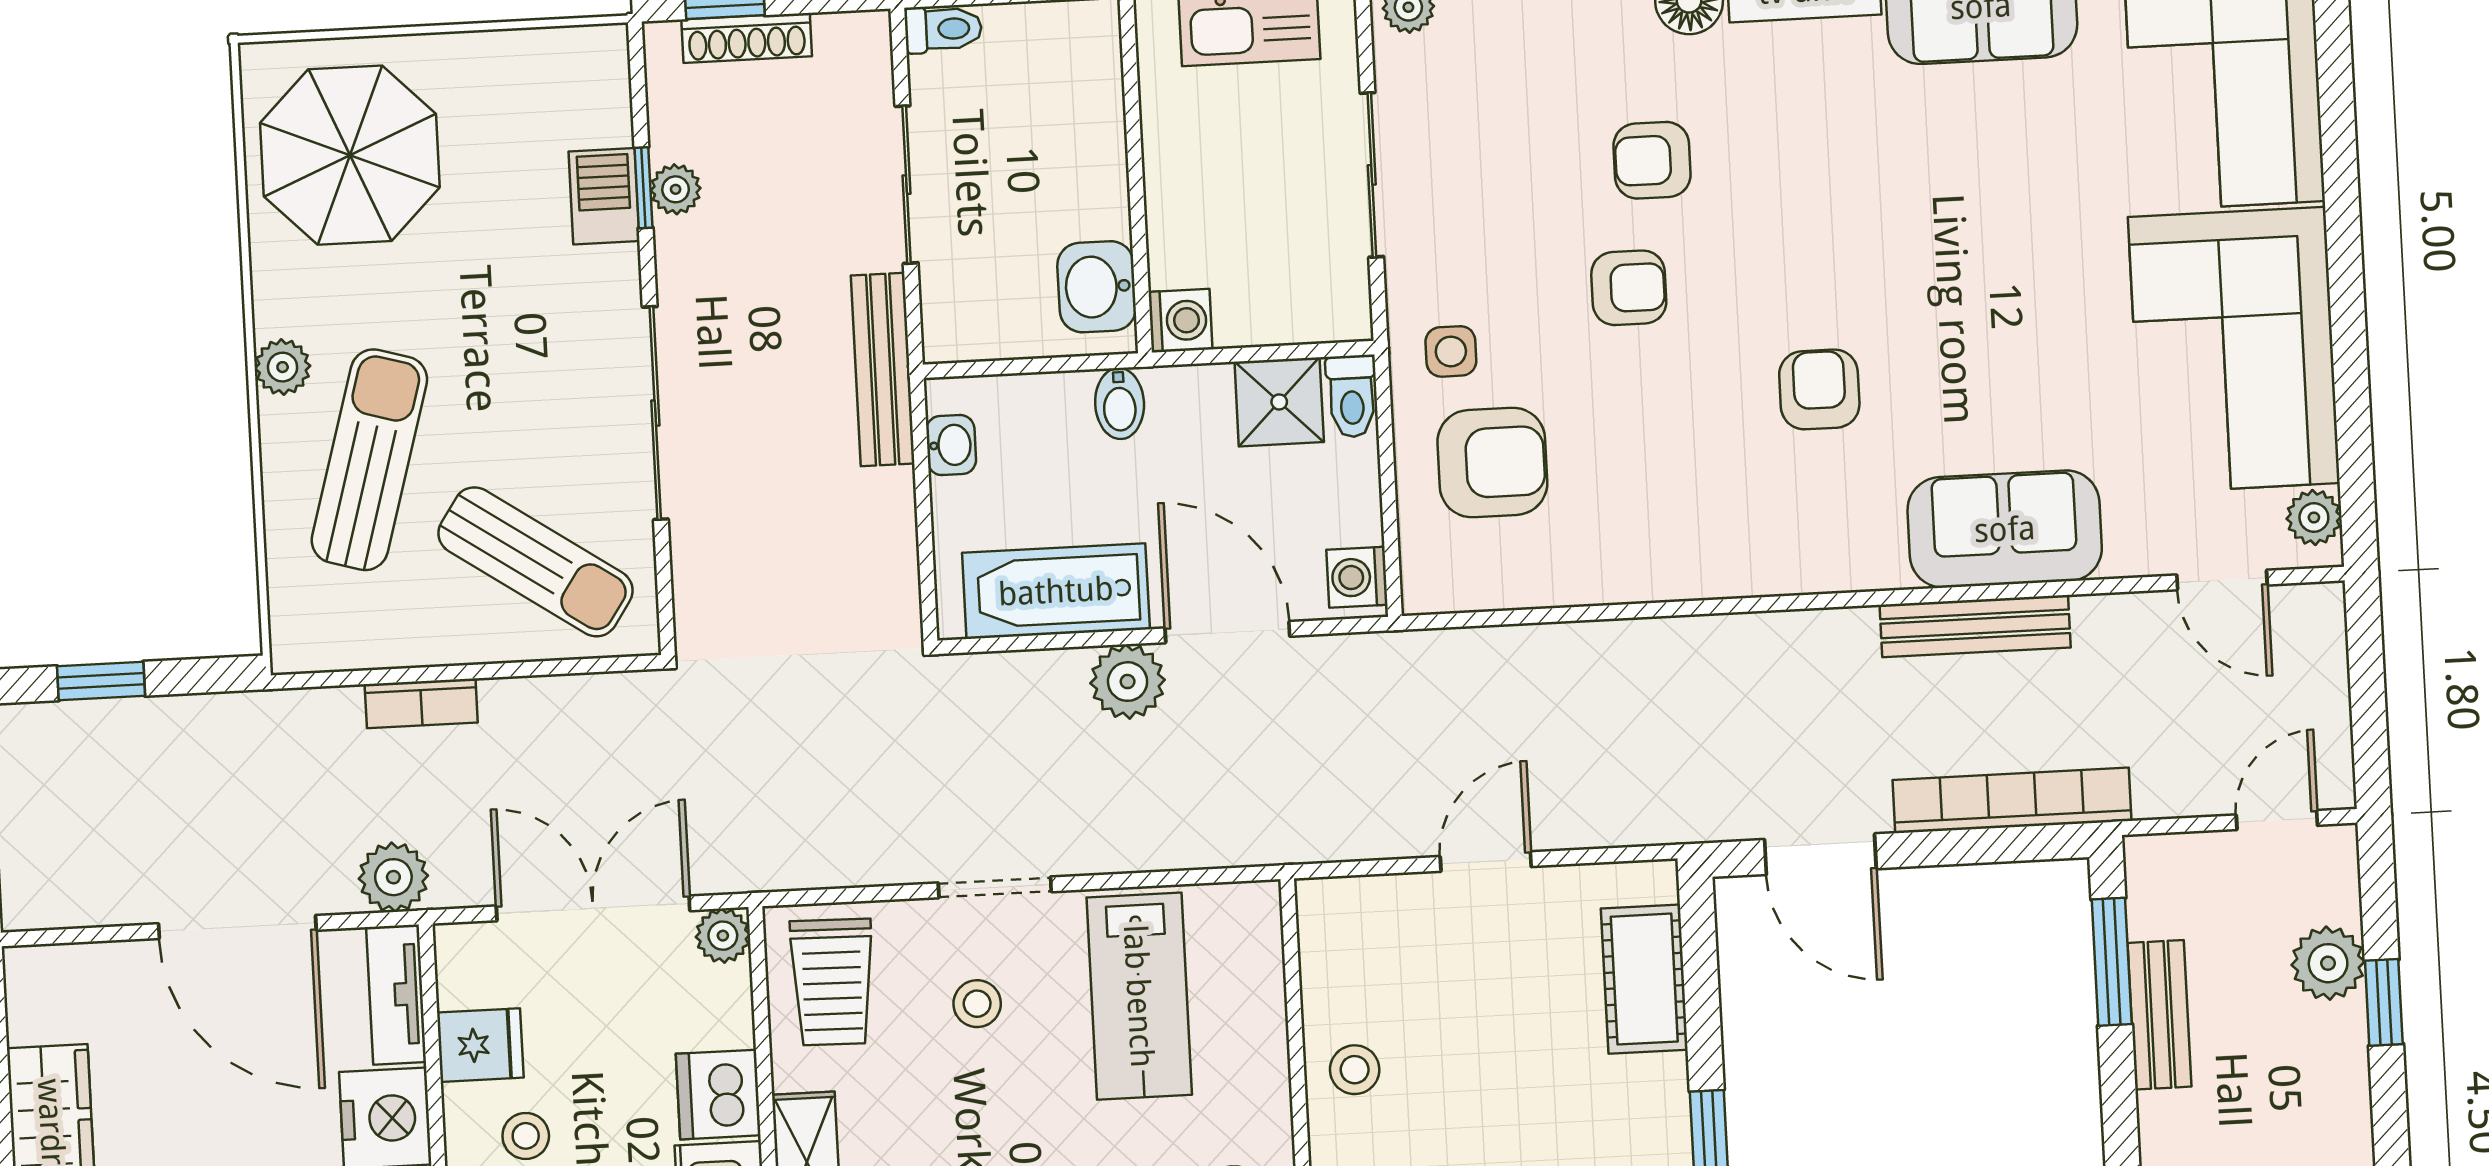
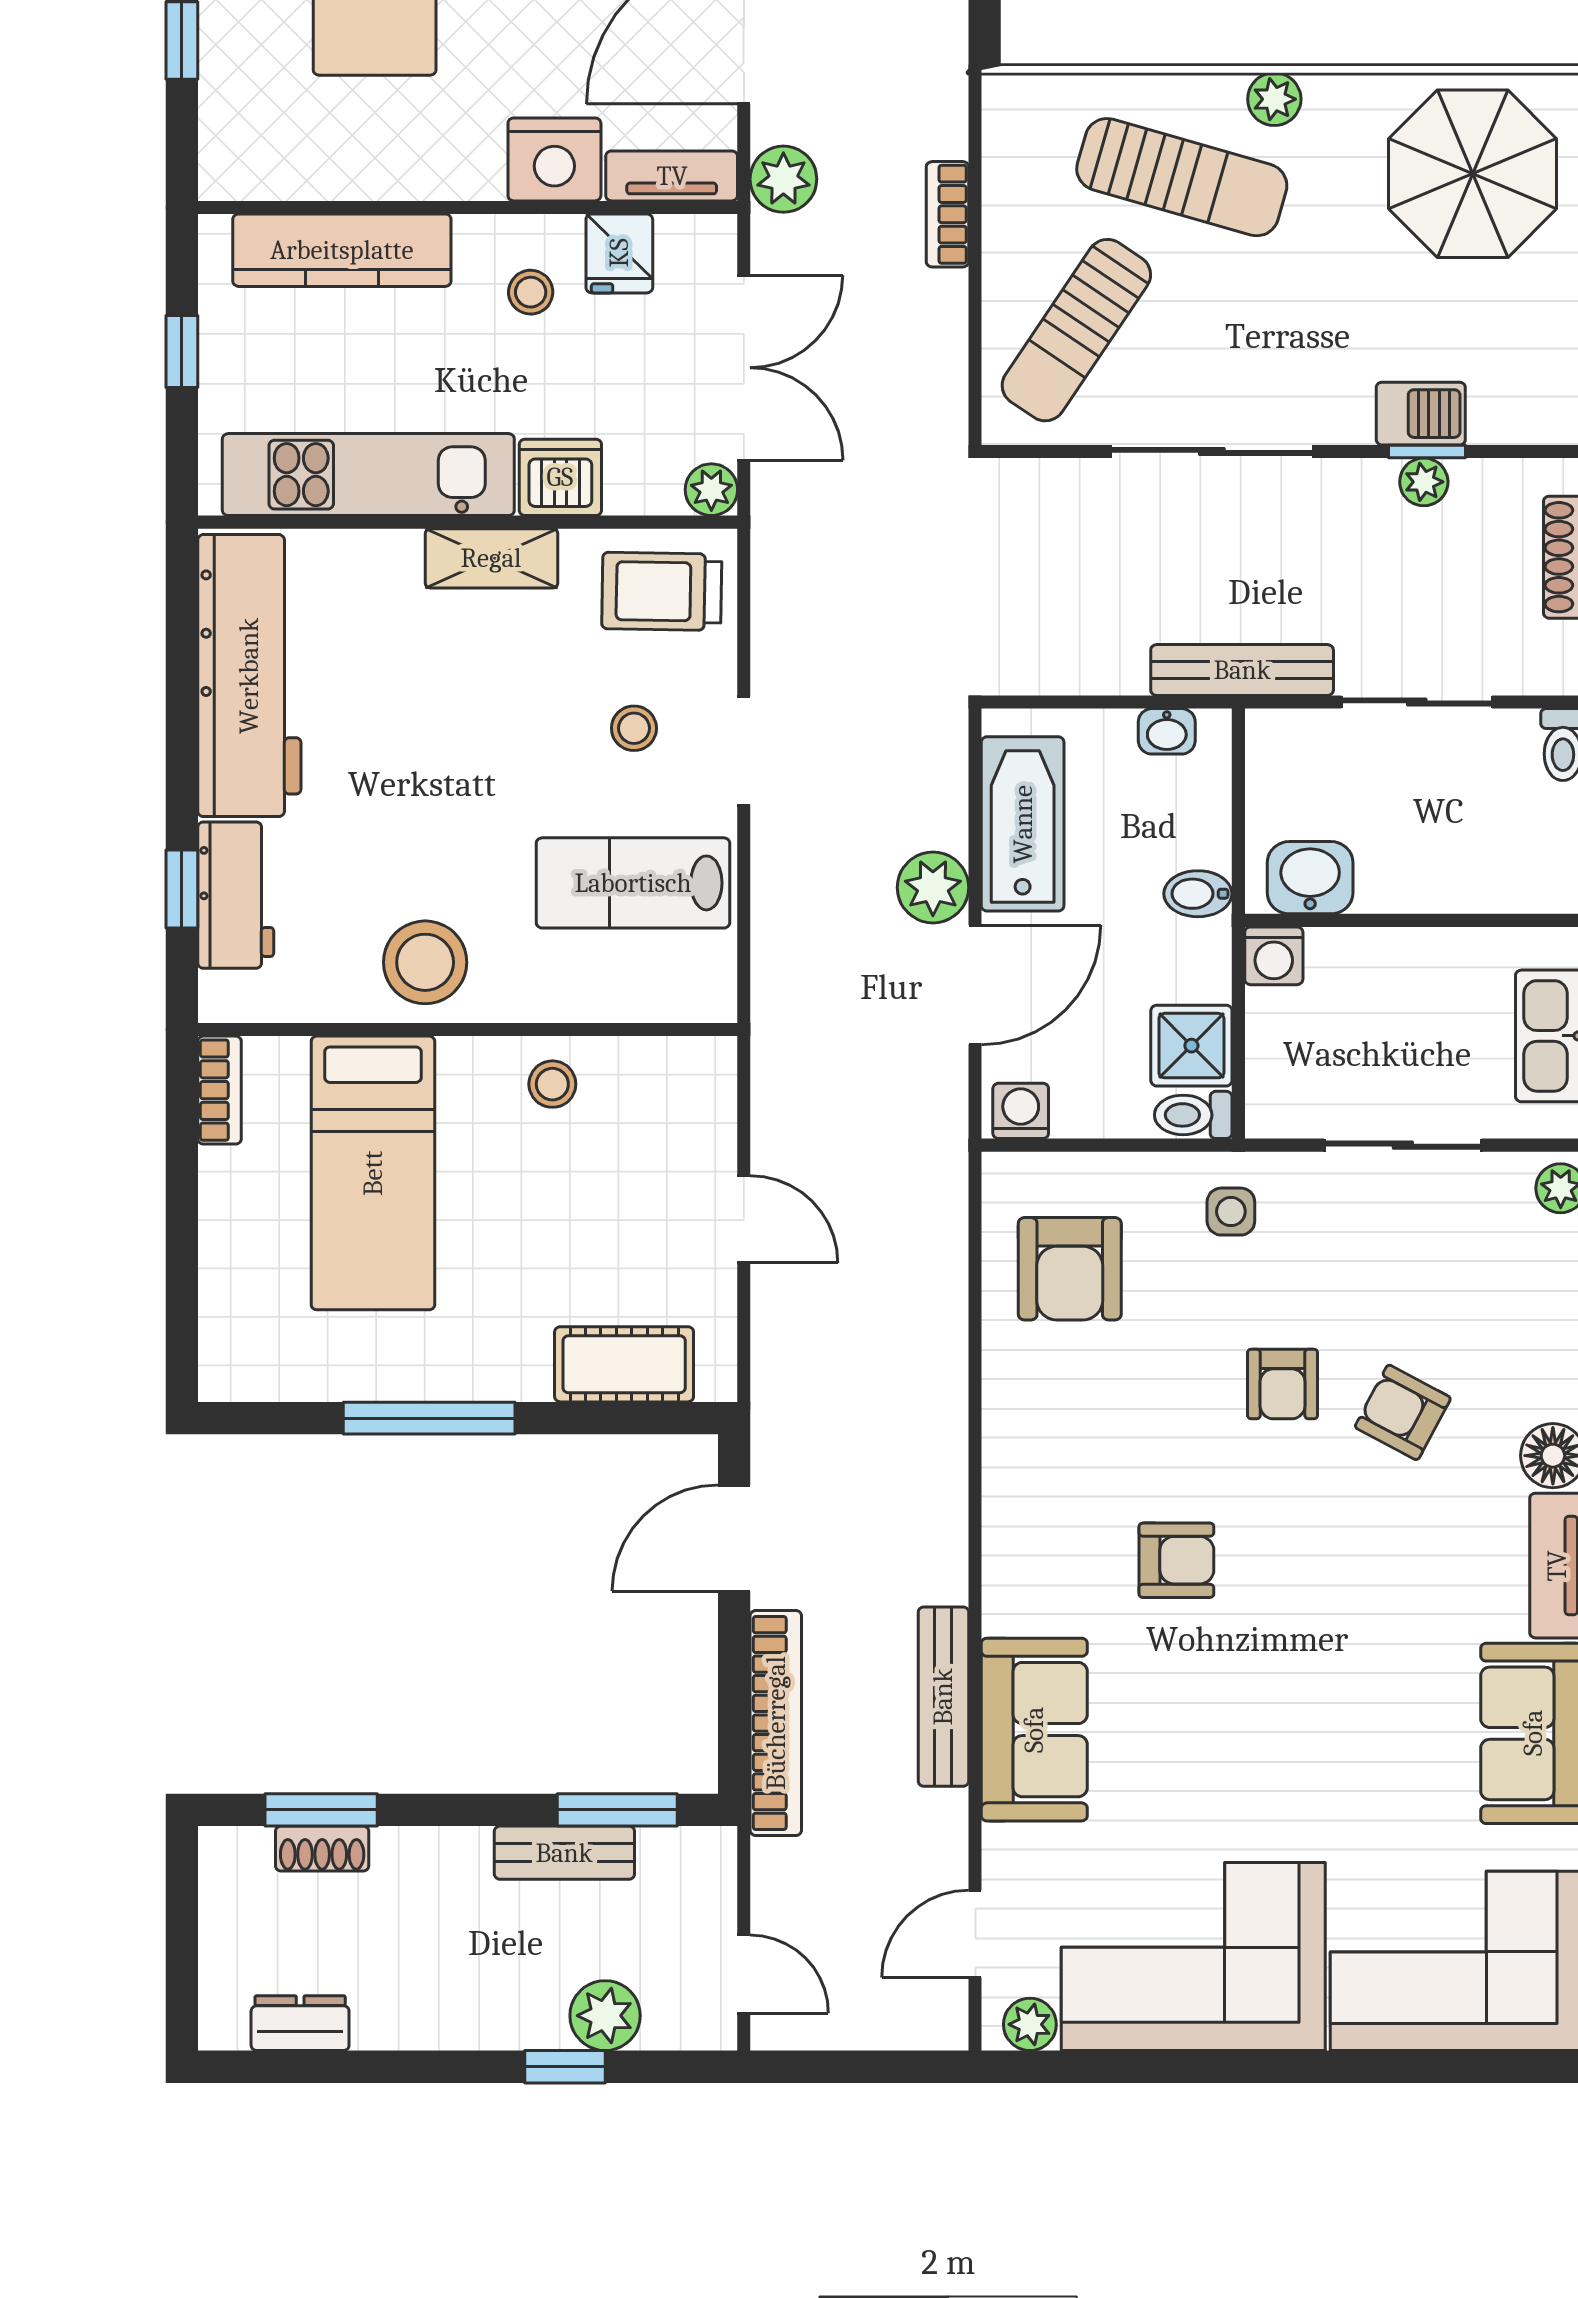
armchair: (1652, 160) -> (1403, 1412), turned -62
armchair: (1492, 462) -> (1070, 1269), moved

